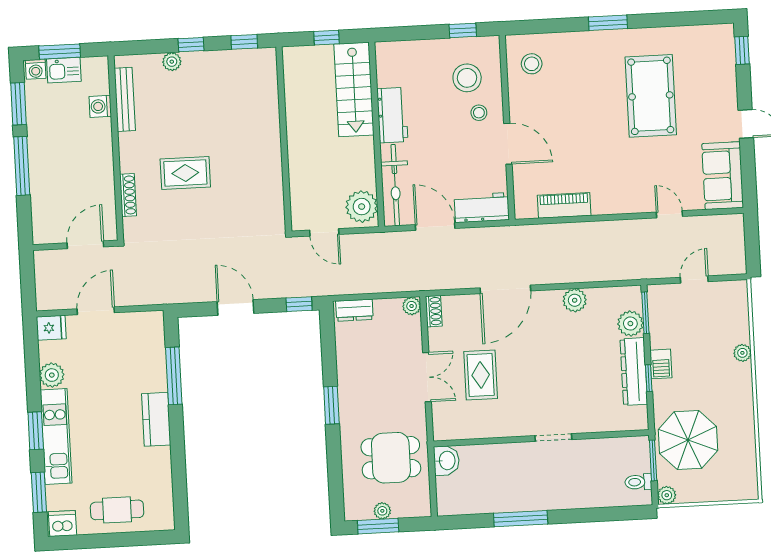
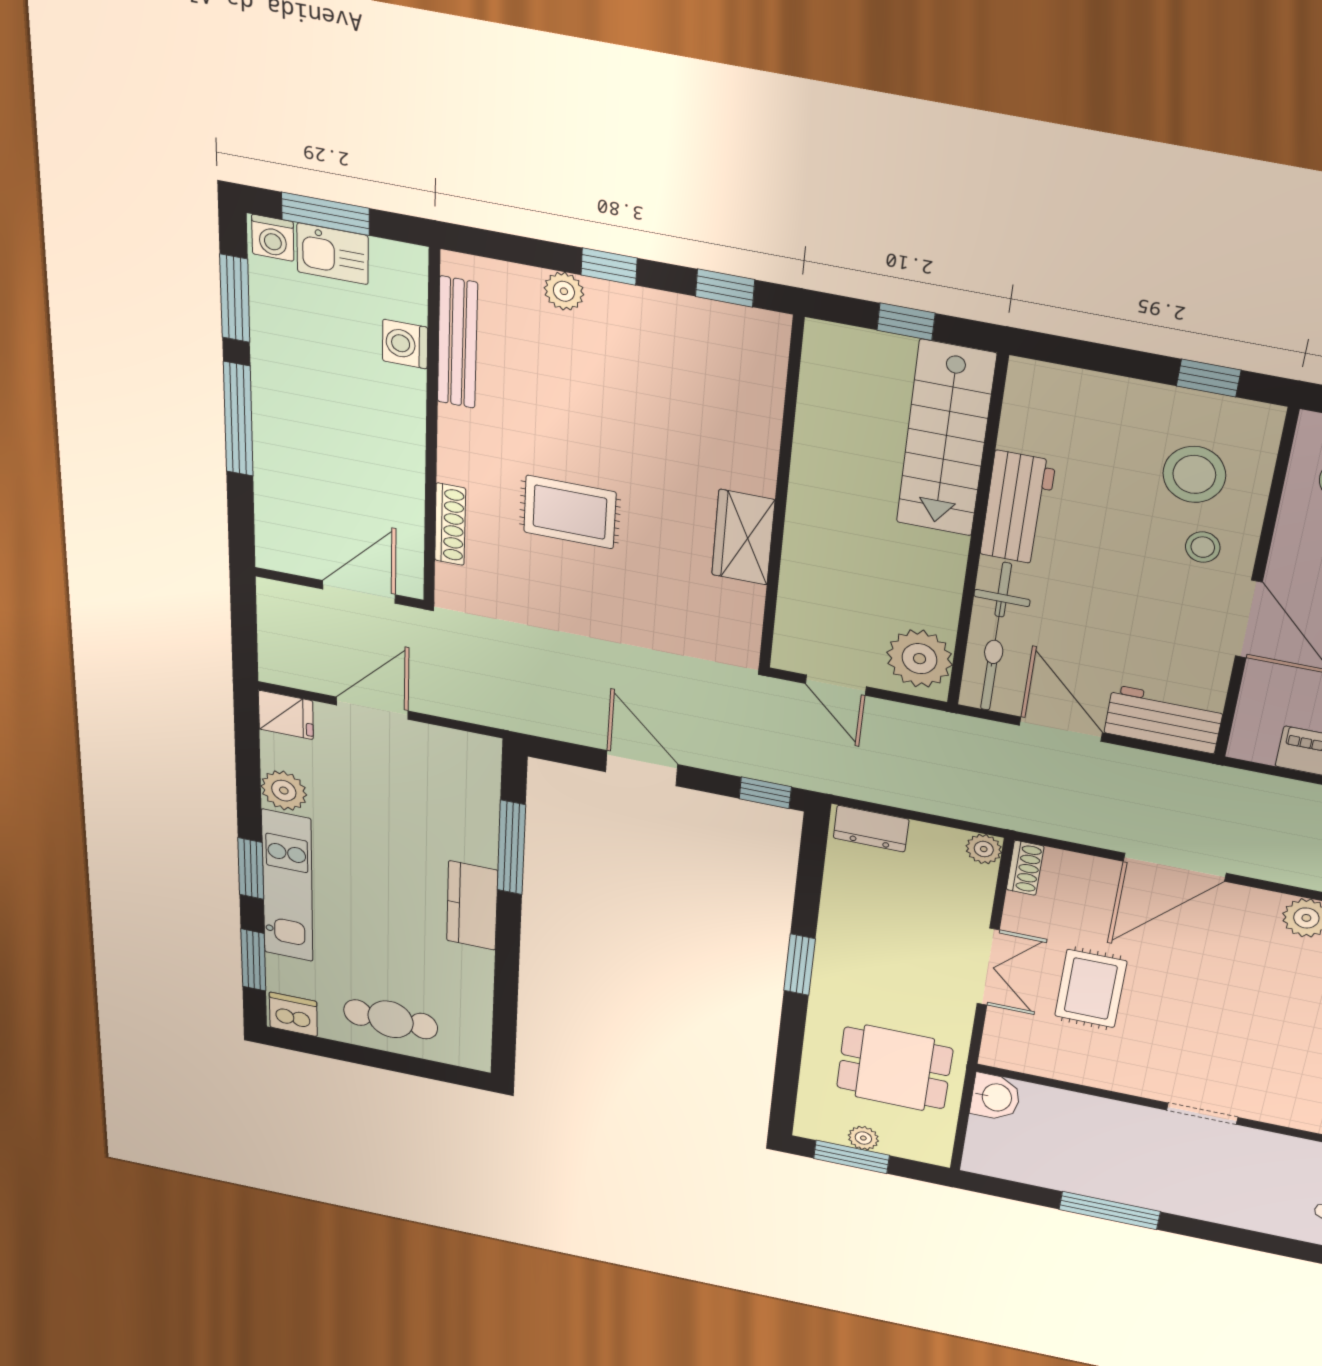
wardrobe: (269, 164) -> (743, 537), added

